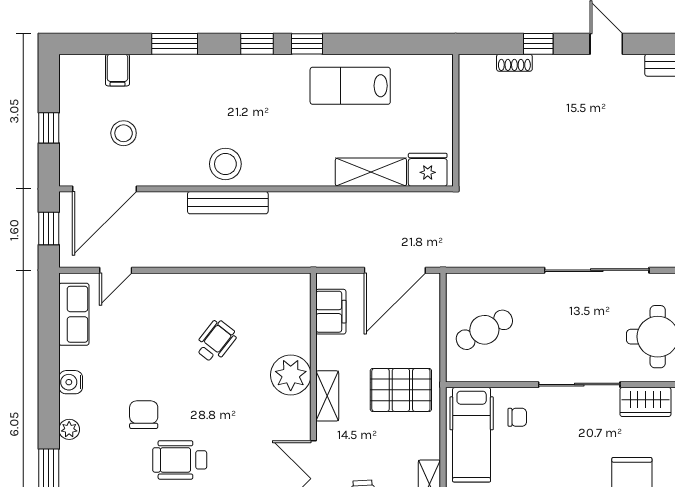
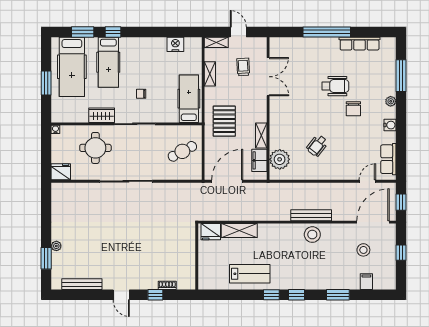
plant: (291, 375) -> (280, 159), moved
pallet: (401, 390) -> (224, 121), turned 90
shelving: (327, 396) -> (261, 135), moved
chair: (517, 417) -> (141, 94), moved

